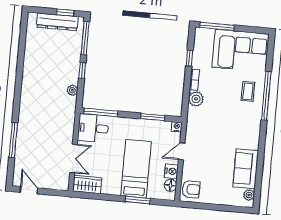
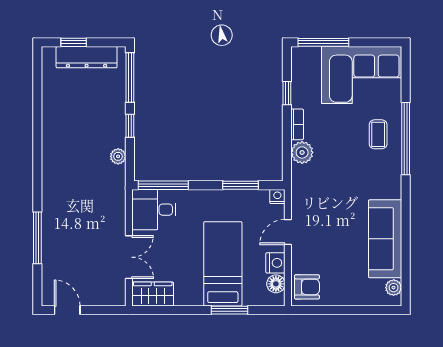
window: (65, 13) -> (74, 42), moved
sofa: (246, 169) -> (385, 239), width x1.36

